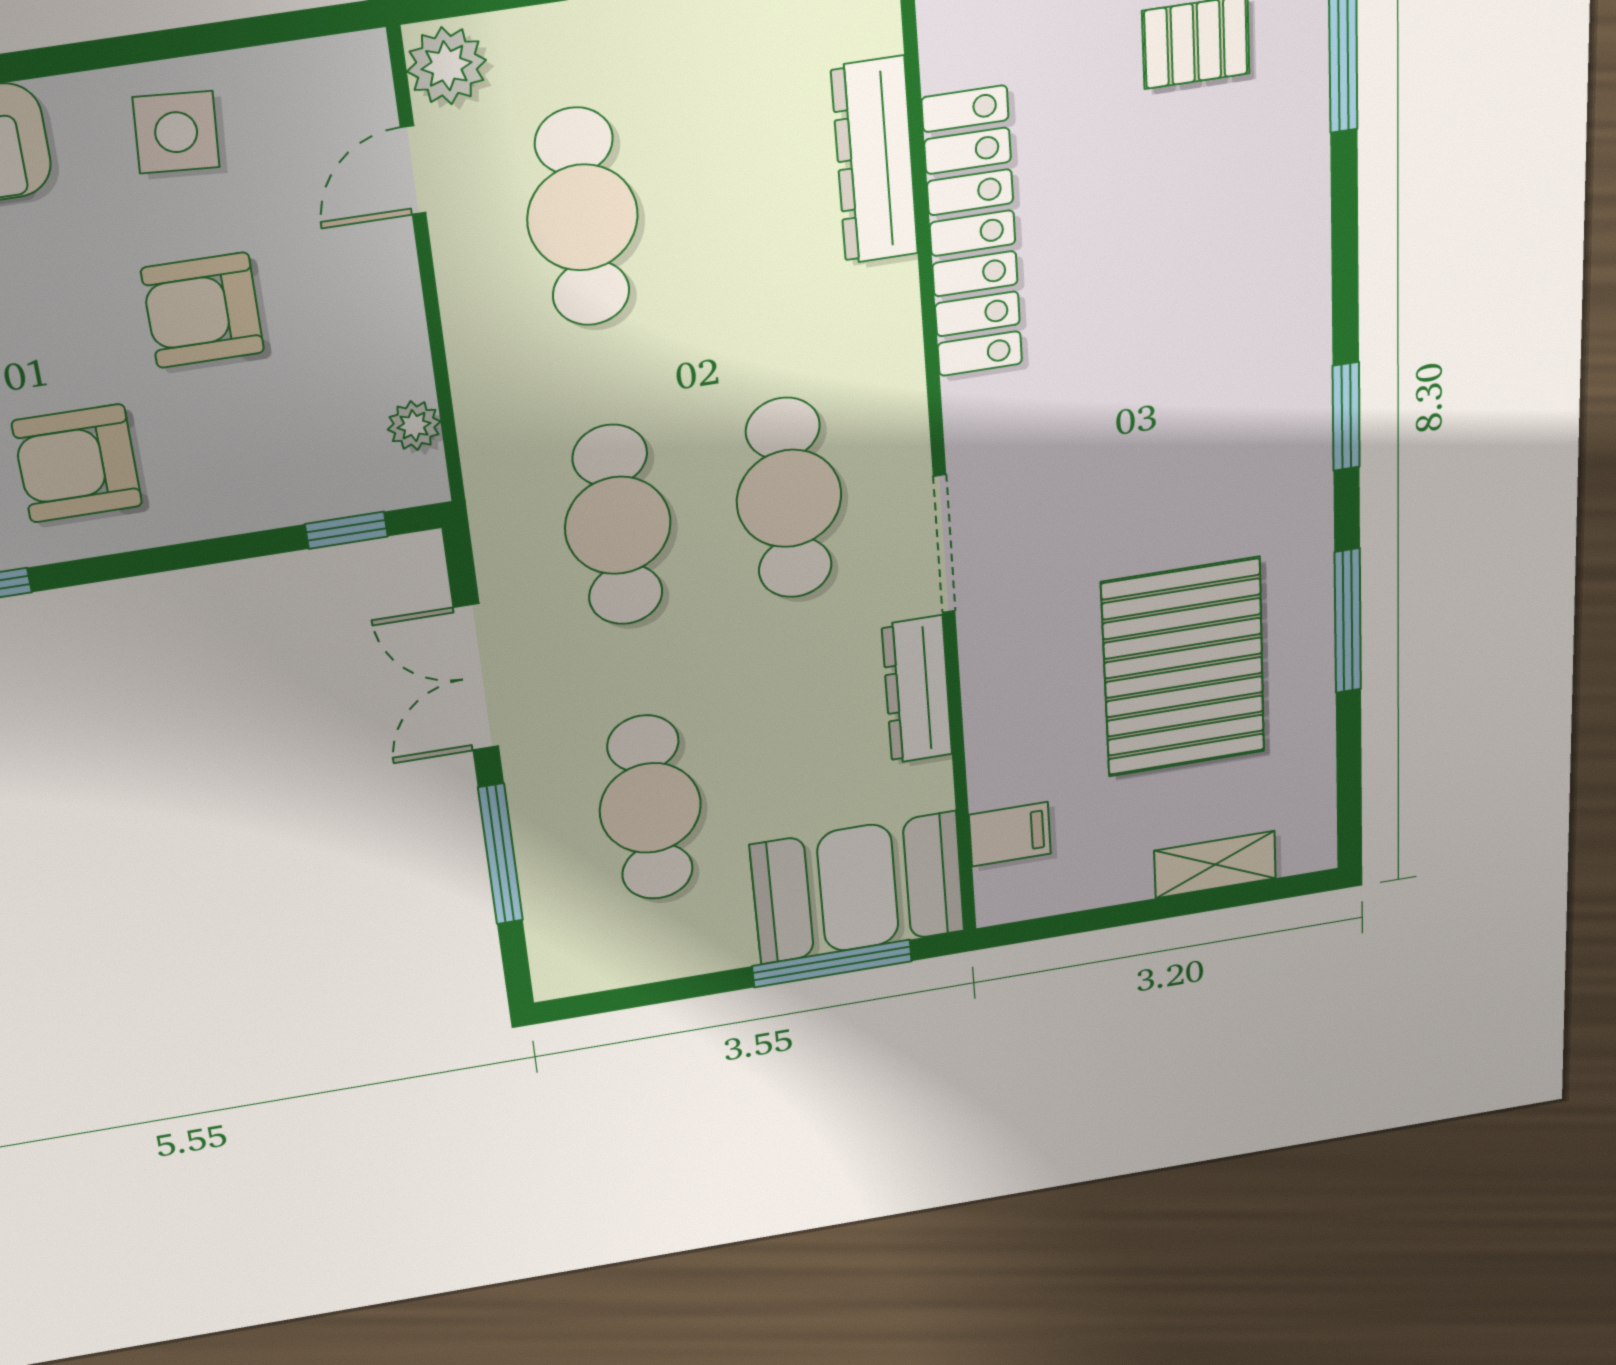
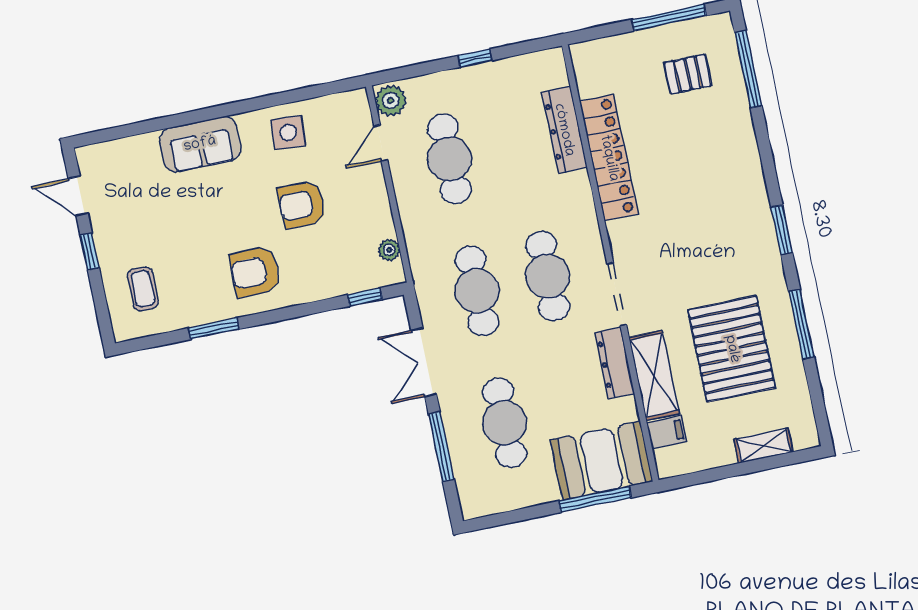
shelving: (1001, 718) -> (654, 376), added

